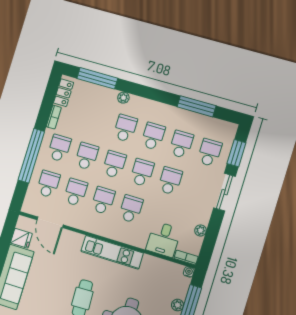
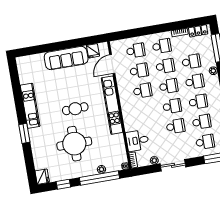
window: (31, 156) -> (148, 30), removed
sliding door: (225, 192) -> (173, 165), moved
school desk: (131, 209) -> (191, 62), moved
kitchen unit: (112, 252) -> (112, 105), width x1.36

